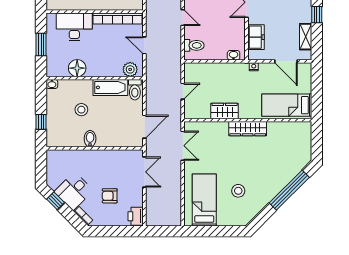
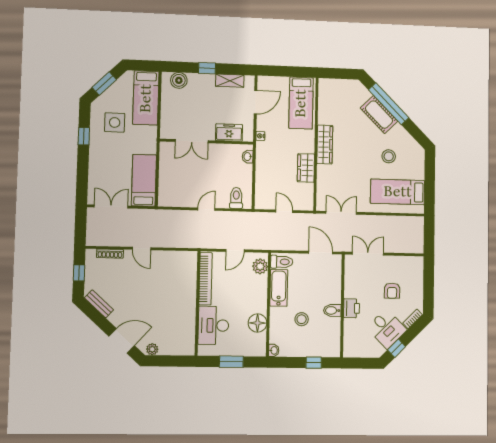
cot: (278, 181) -> (379, 115), added
printer: (136, 216) -> (351, 308), moved, turned -90

